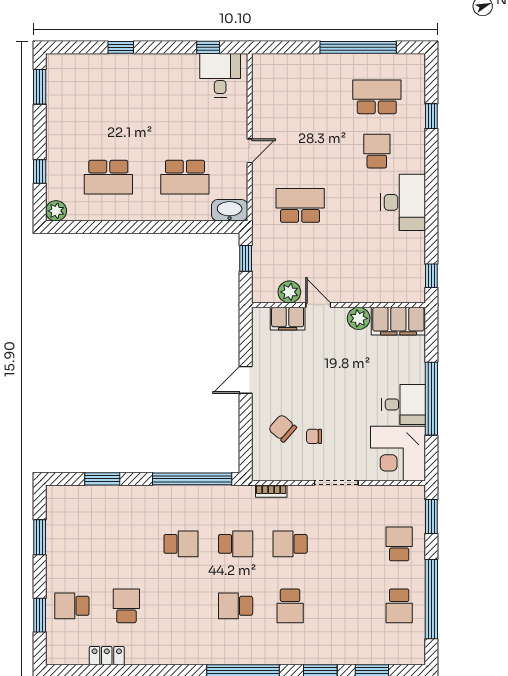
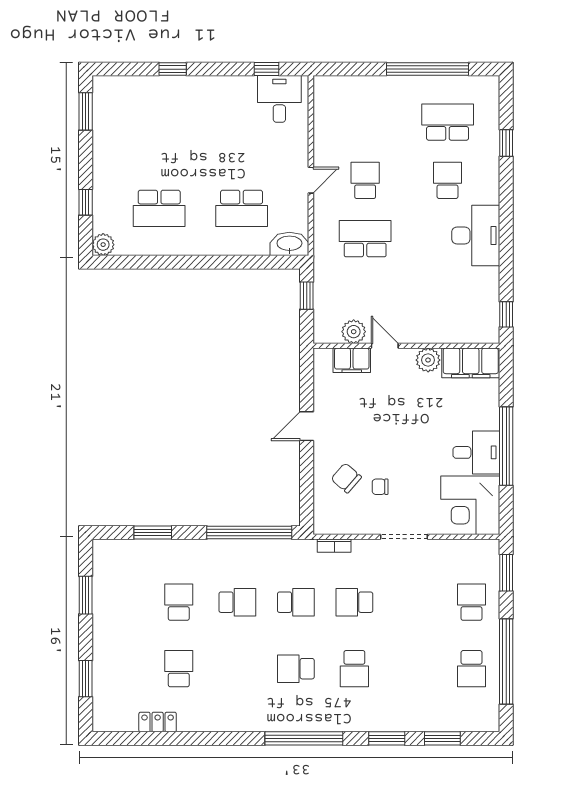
school desk: (300, 151) -> (365, 180), added
school desk: (72, 606) -> (179, 602), moved, turned 90

